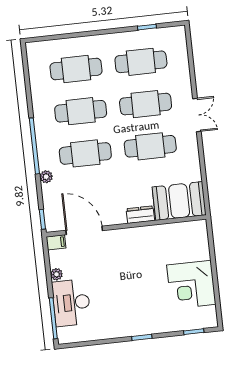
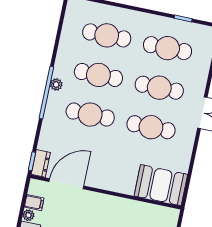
plant: (46, 177) -> (56, 84), moved
dresser: (140, 215) -> (41, 163), moved, turned 90
door: (84, 230) -> (66, 184), hinge flipped
filing cabinet: (56, 242) -> (34, 203), moved

